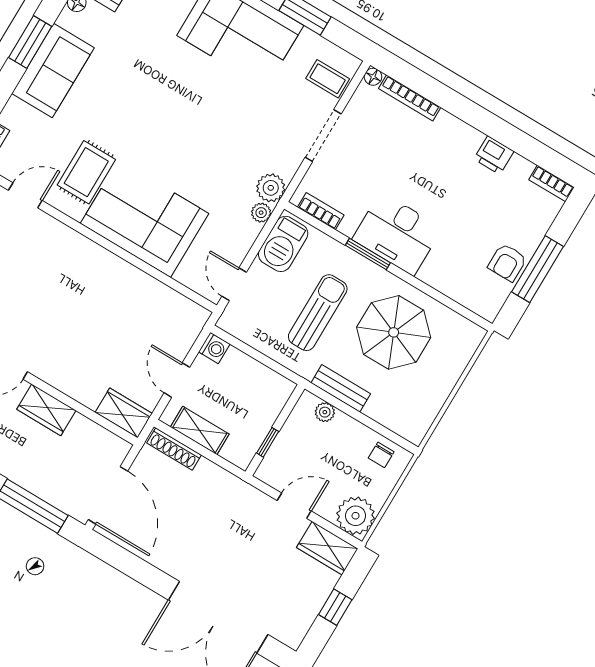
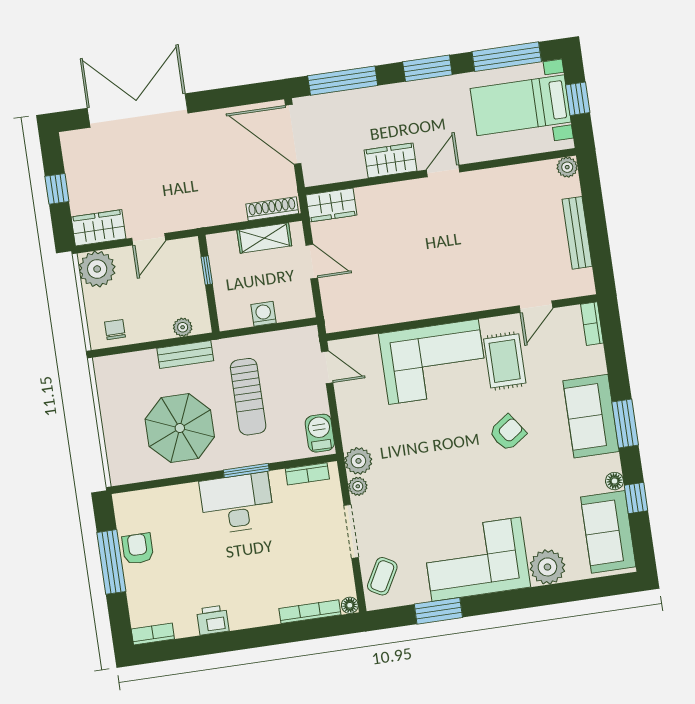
coffee table: (328, 79) -> (382, 576), turned -61
armchair: (131, 112) -> (508, 433), added
plant: (261, 213) -> (358, 486), moved
barbecue: (283, 244) -> (320, 433), width x0.73, depth x0.79
washing machine: (214, 348) -> (263, 314), moved, turned 90

